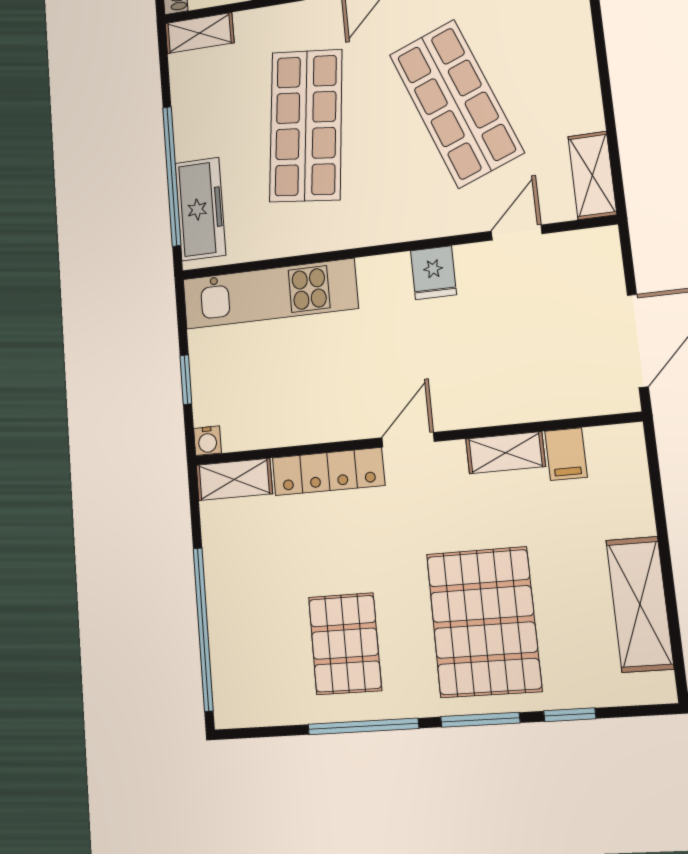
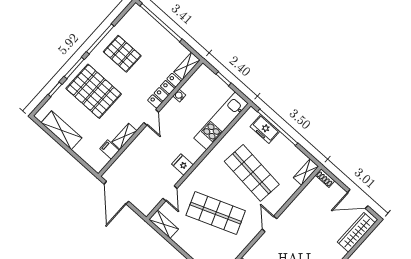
freezer: (200, 209) -> (265, 129), width x0.71
water cooler: (207, 441) -> (179, 96), moved

